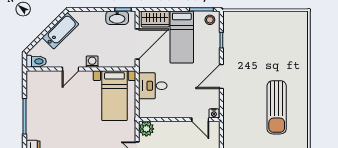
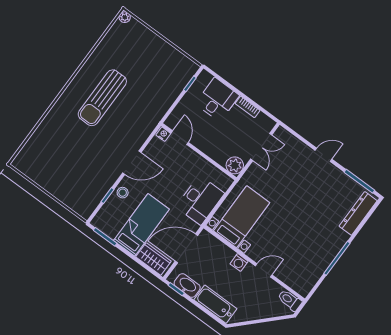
stool: (210, 20) -> (123, 193), moved
bathtub: (60, 31) -> (215, 304), moved, turned 45
desk: (153, 86) -> (200, 200), width x1.37
sun lounger: (277, 107) -> (102, 98), turned 180

